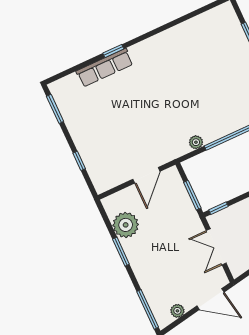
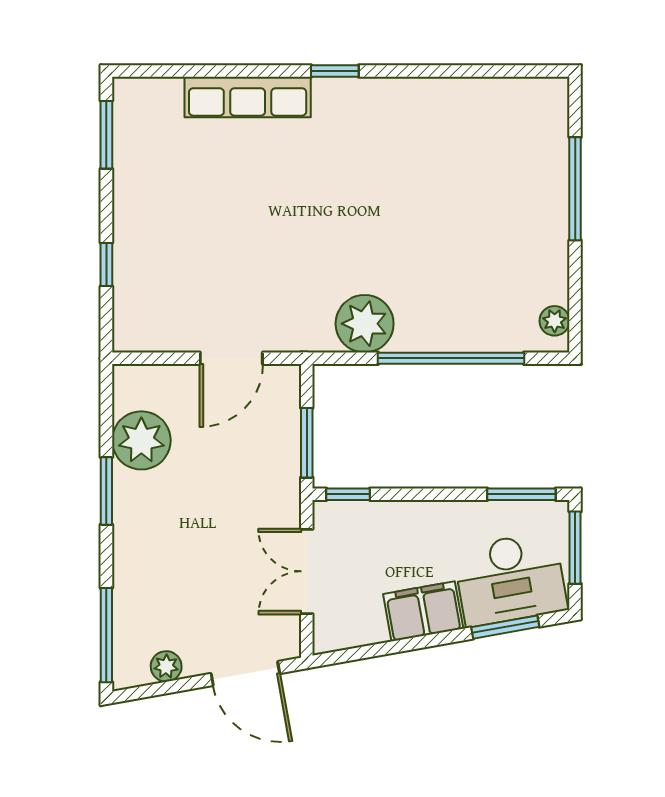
window: (113, 51) -> (335, 71), moved
plant: (196, 142) -> (365, 324), width x1.88, depth x1.88

